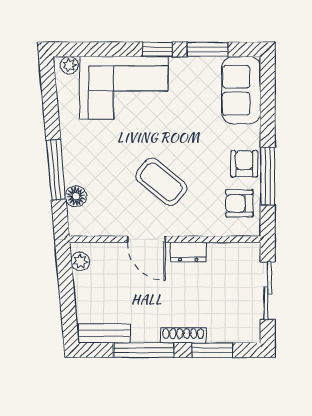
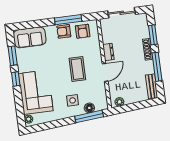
side table: (96, 163) -> (73, 100), added
window: (56, 170) -> (89, 116), moved
coffee table: (161, 182) -> (77, 69), turned -39

